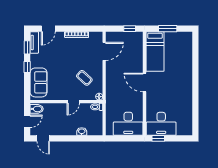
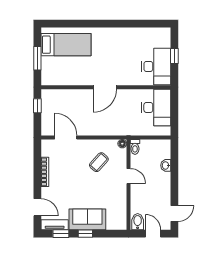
bed: (155, 51) -> (66, 45), moved
sofa: (39, 82) -> (87, 219), moved
window: (158, 138) -> (174, 56), moved

